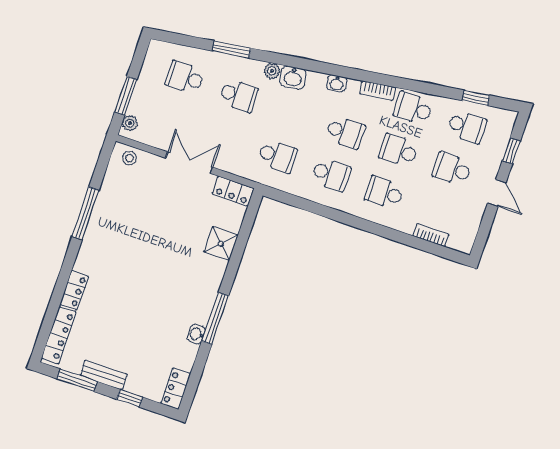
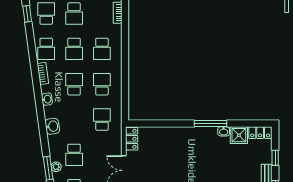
plant: (272, 71) -> (56, 167), moved
school desk: (238, 96) -> (74, 155), turned 180
shower: (221, 244) -> (239, 135), moved

